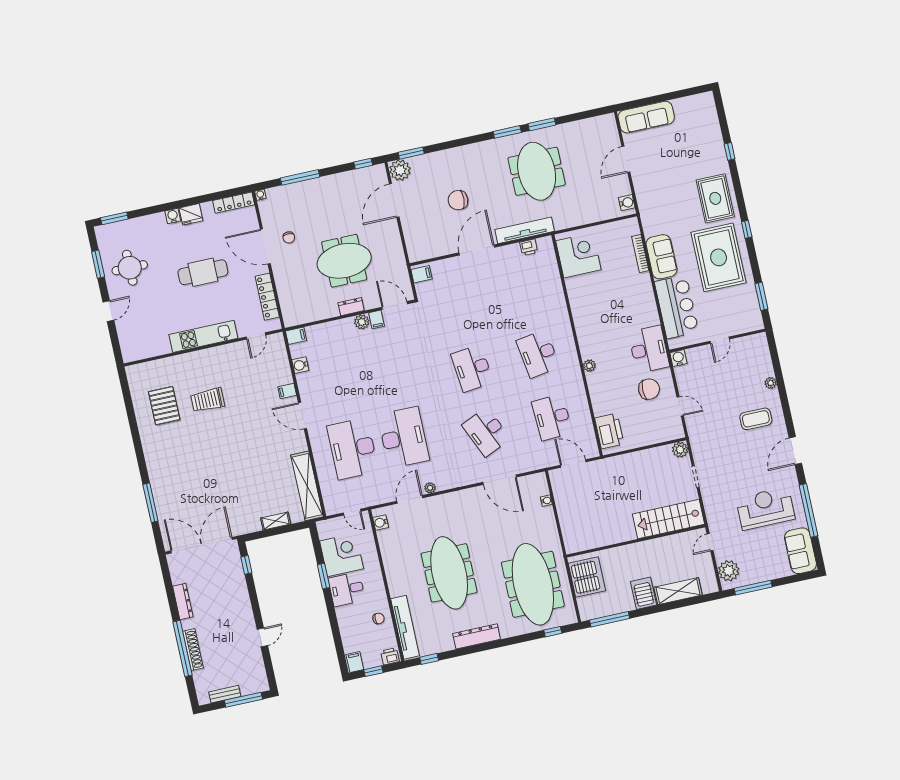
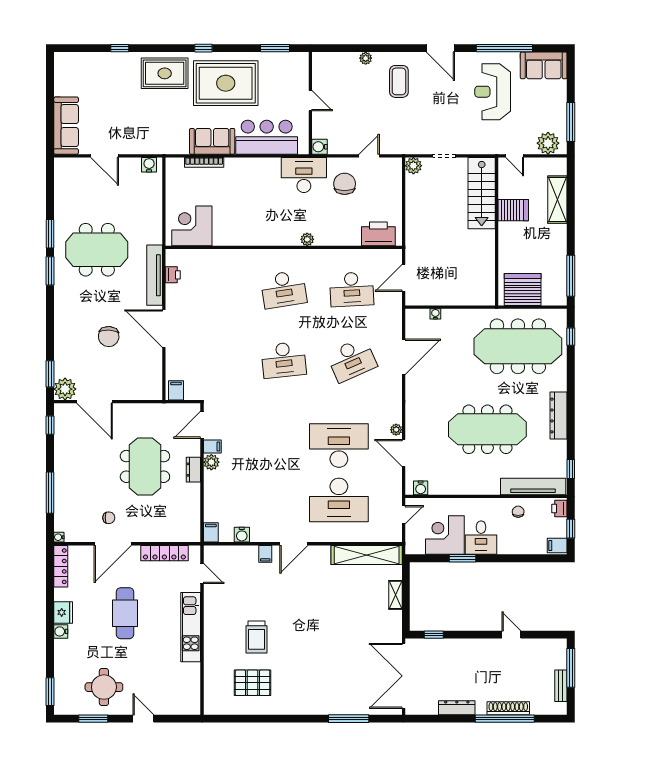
server rack: (644, 593) -> (513, 210), moved, turned 180

